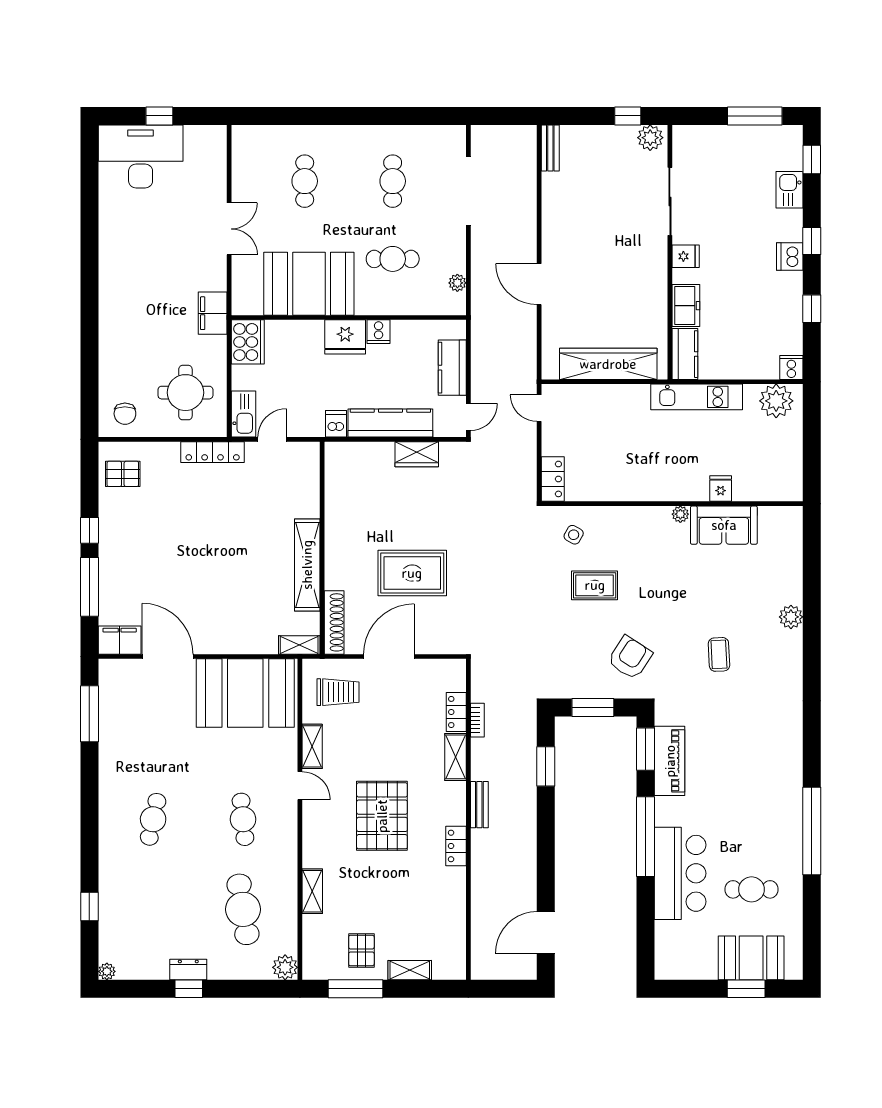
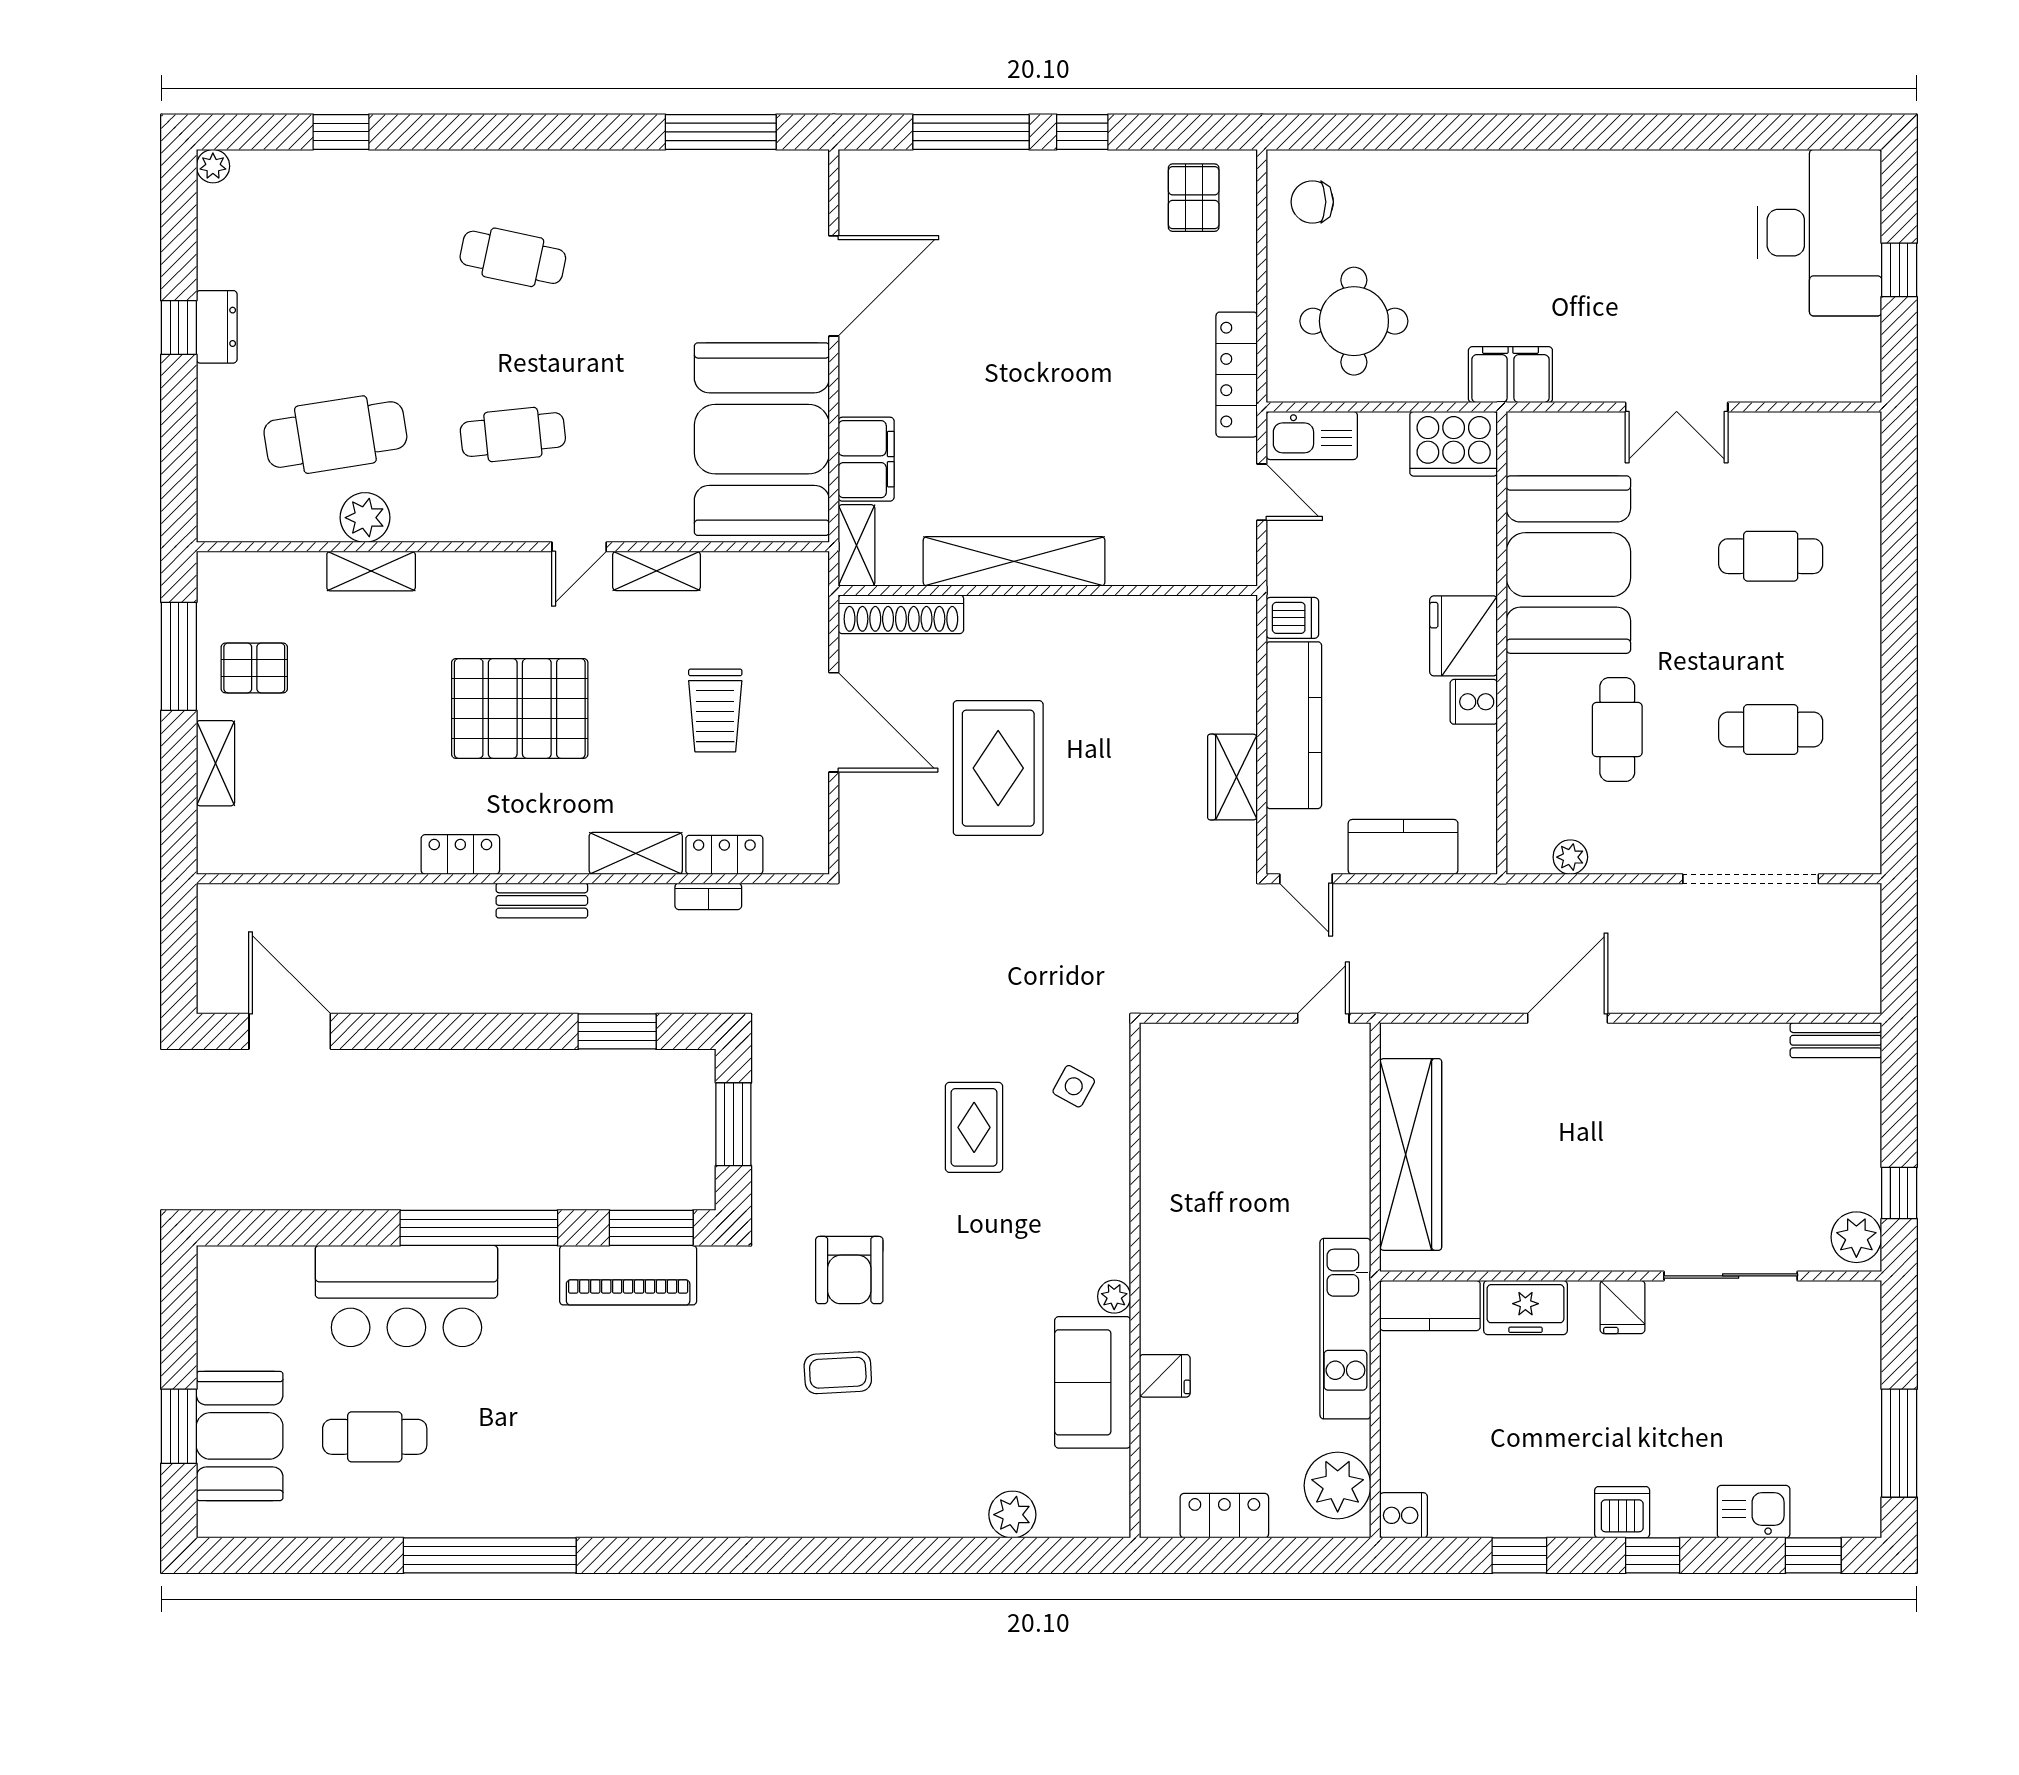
locker: (553, 479) -> (1224, 1516), moved, turned 180
plant: (791, 617) -> (1012, 1515), moved
filing cabinet: (120, 640) -> (866, 459), moved
armchair: (630, 658) -> (849, 1270), moved, turned 57
trolley: (338, 692) -> (715, 710), moved
cafe table: (752, 889) -> (375, 1437), turned 90
plant: (285, 967) -> (365, 518), moved

